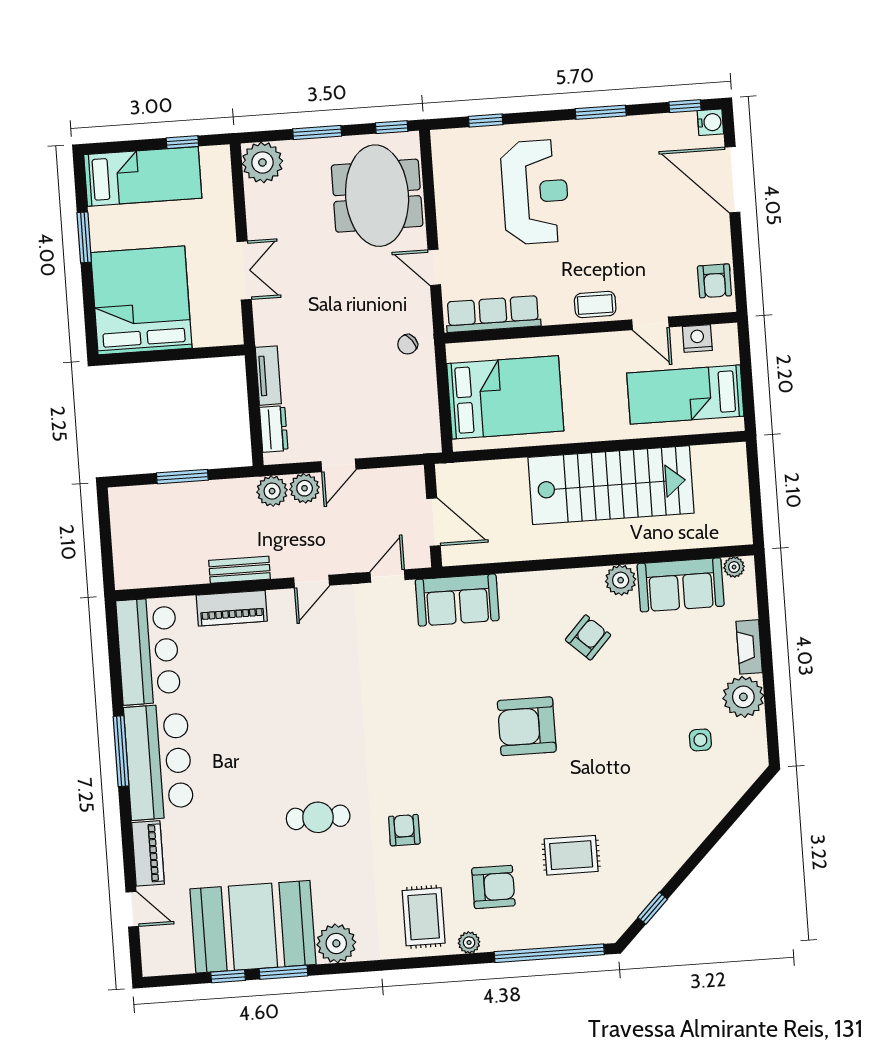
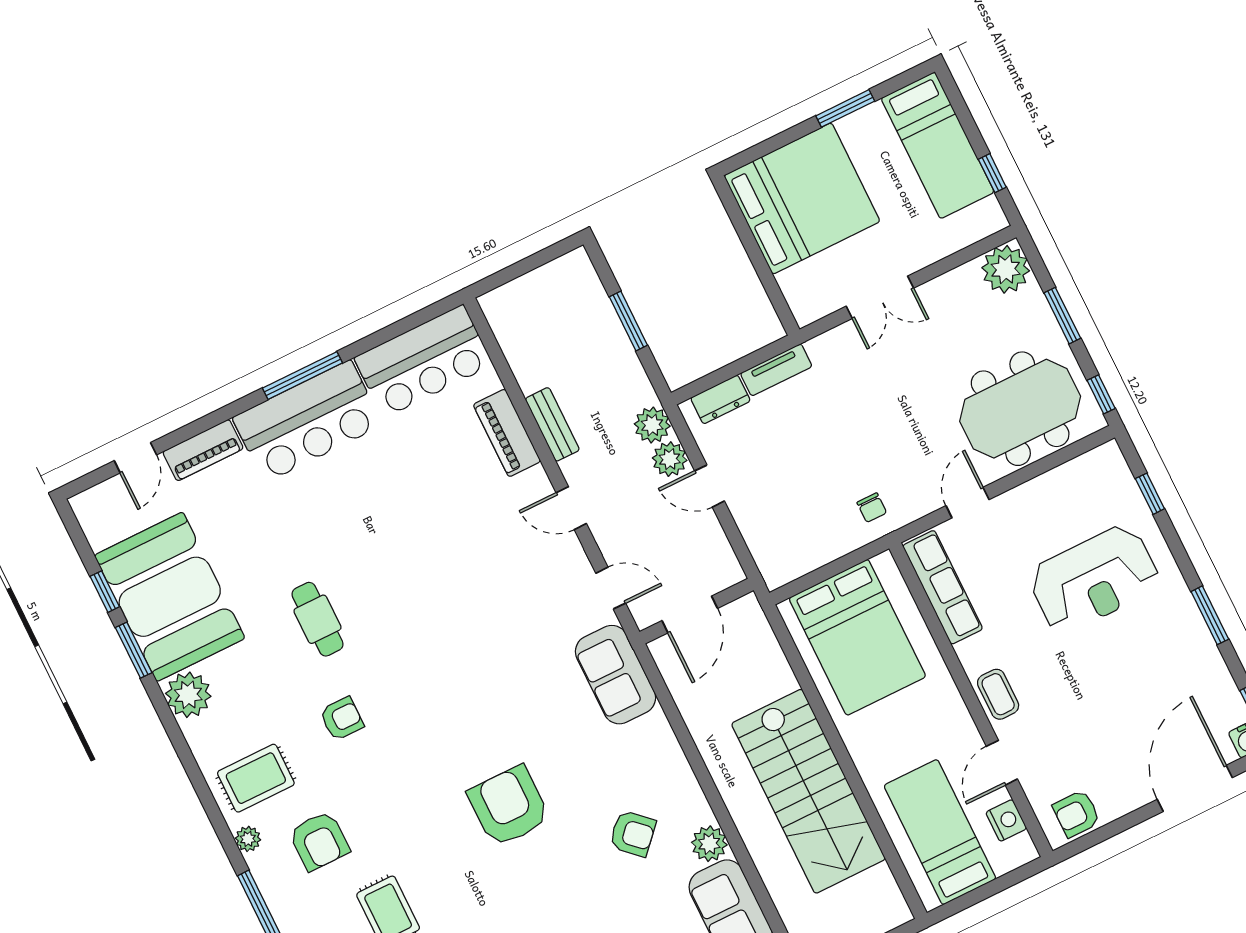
chair: (408, 344) -> (872, 508), turned -143

